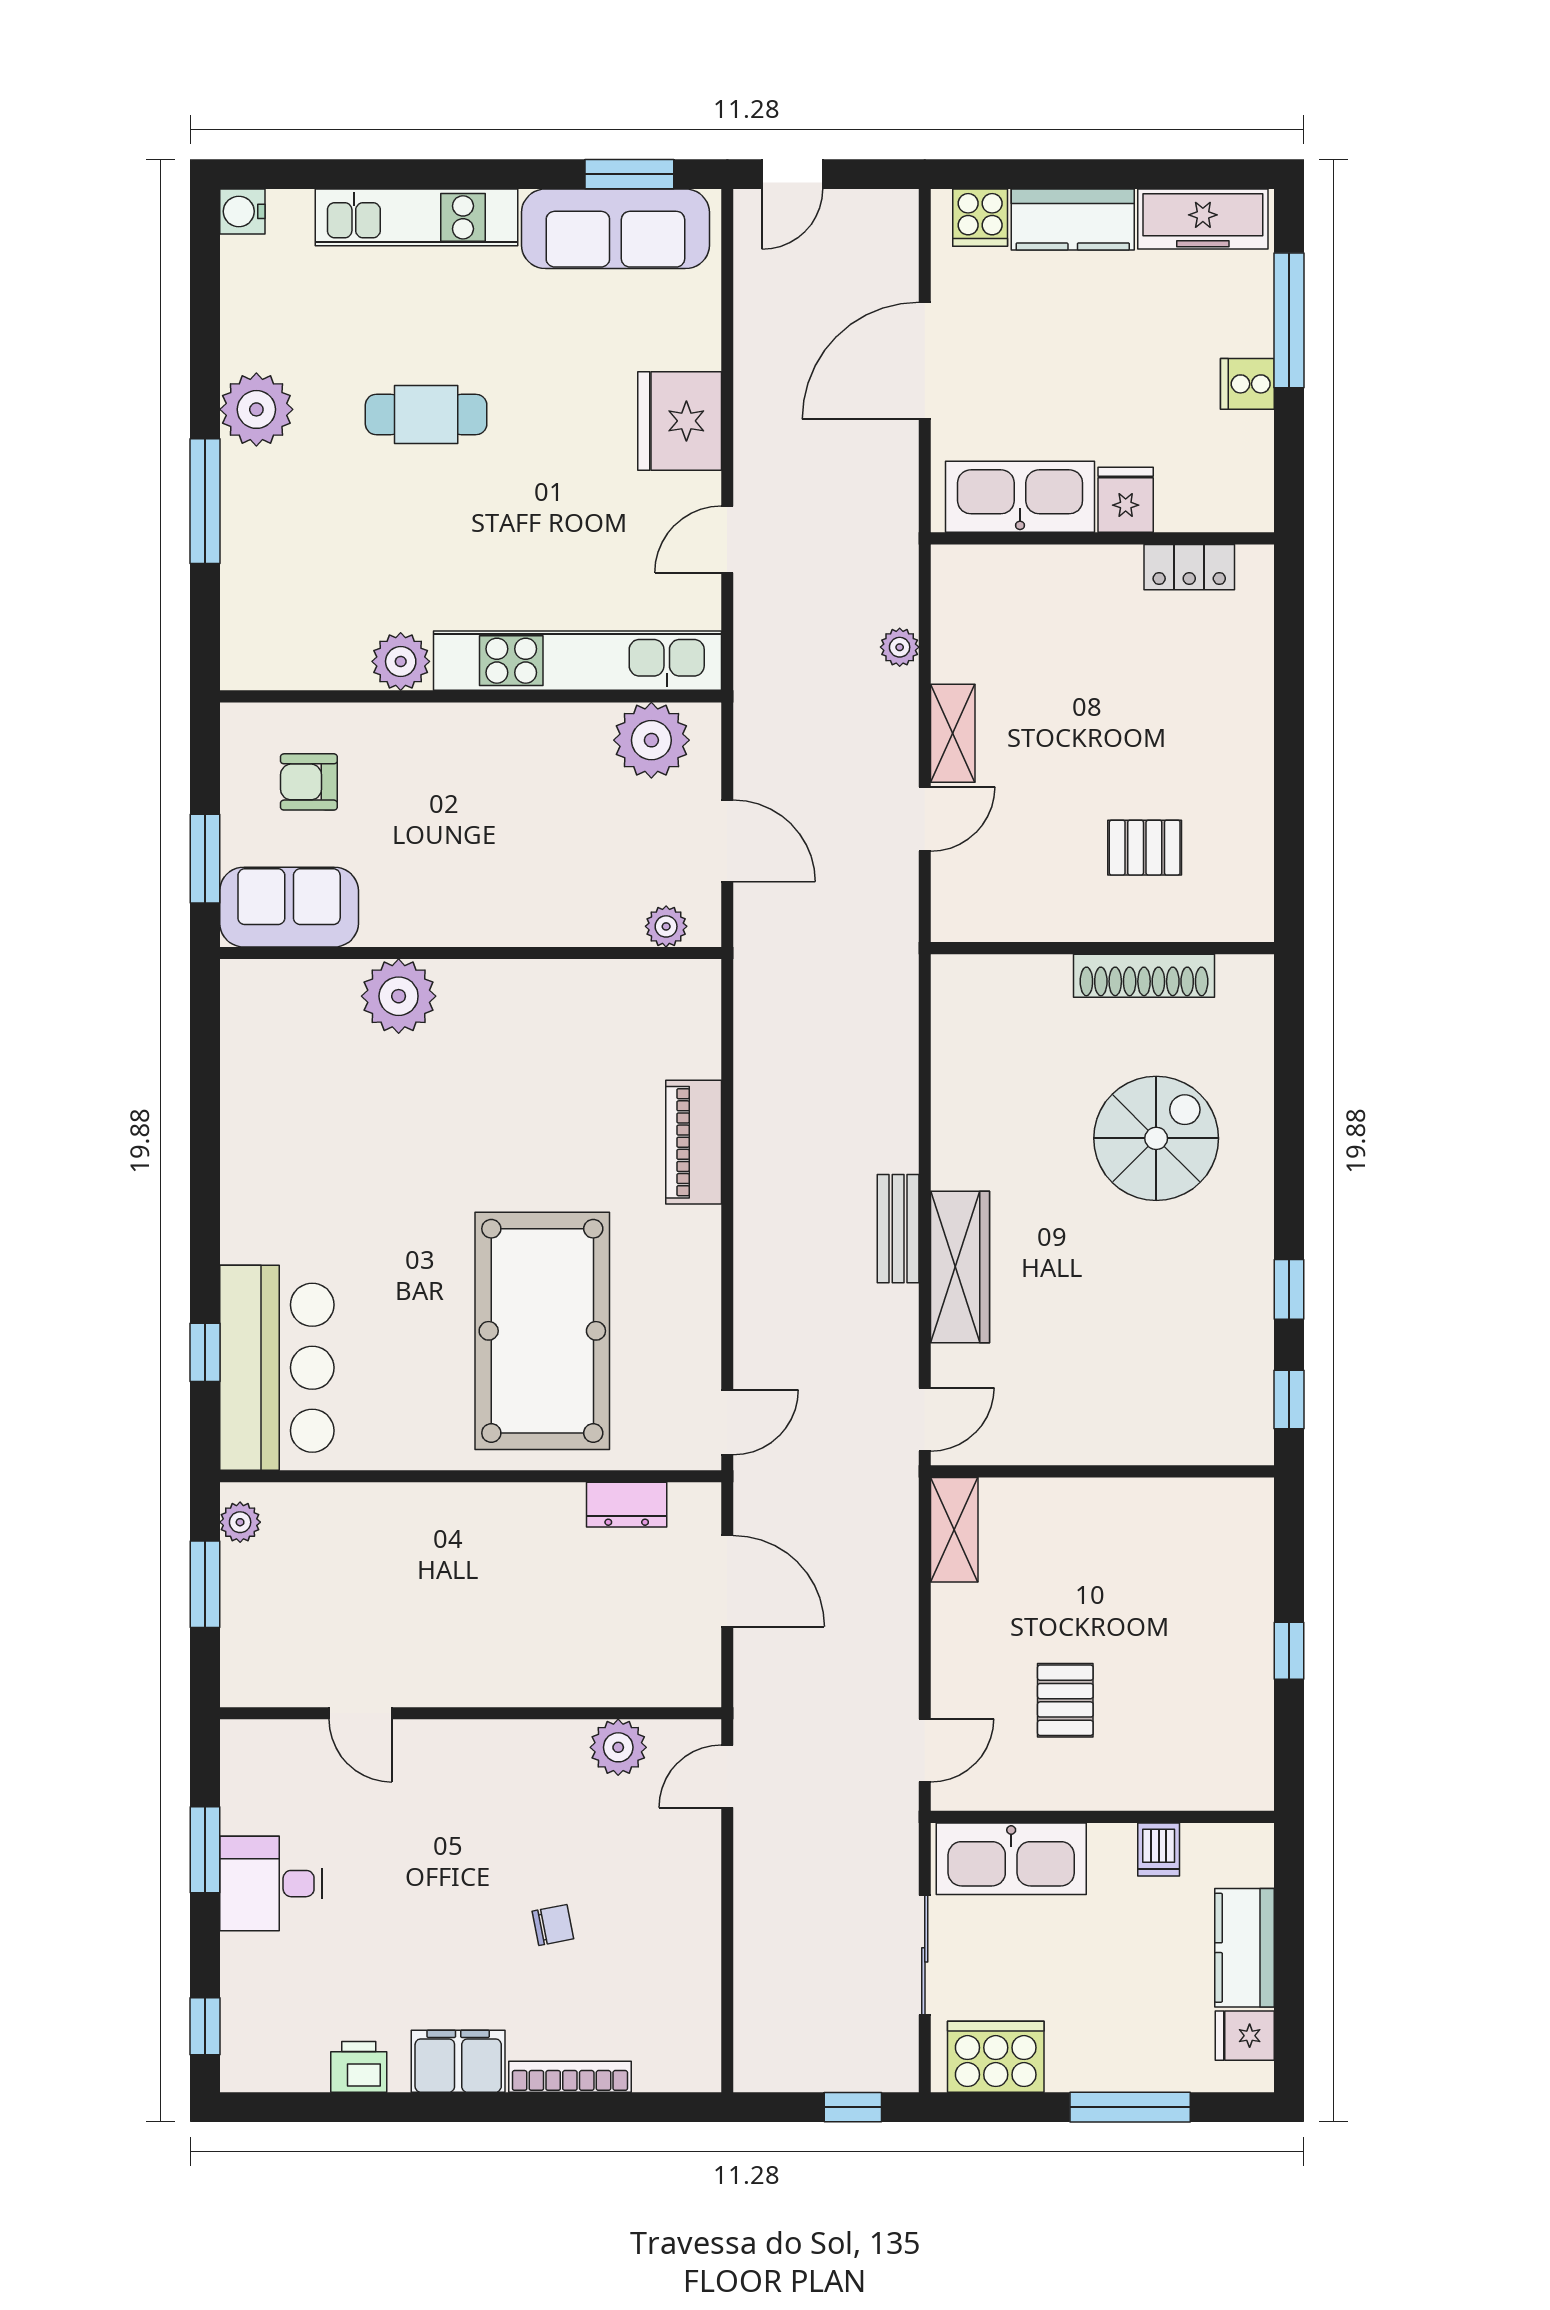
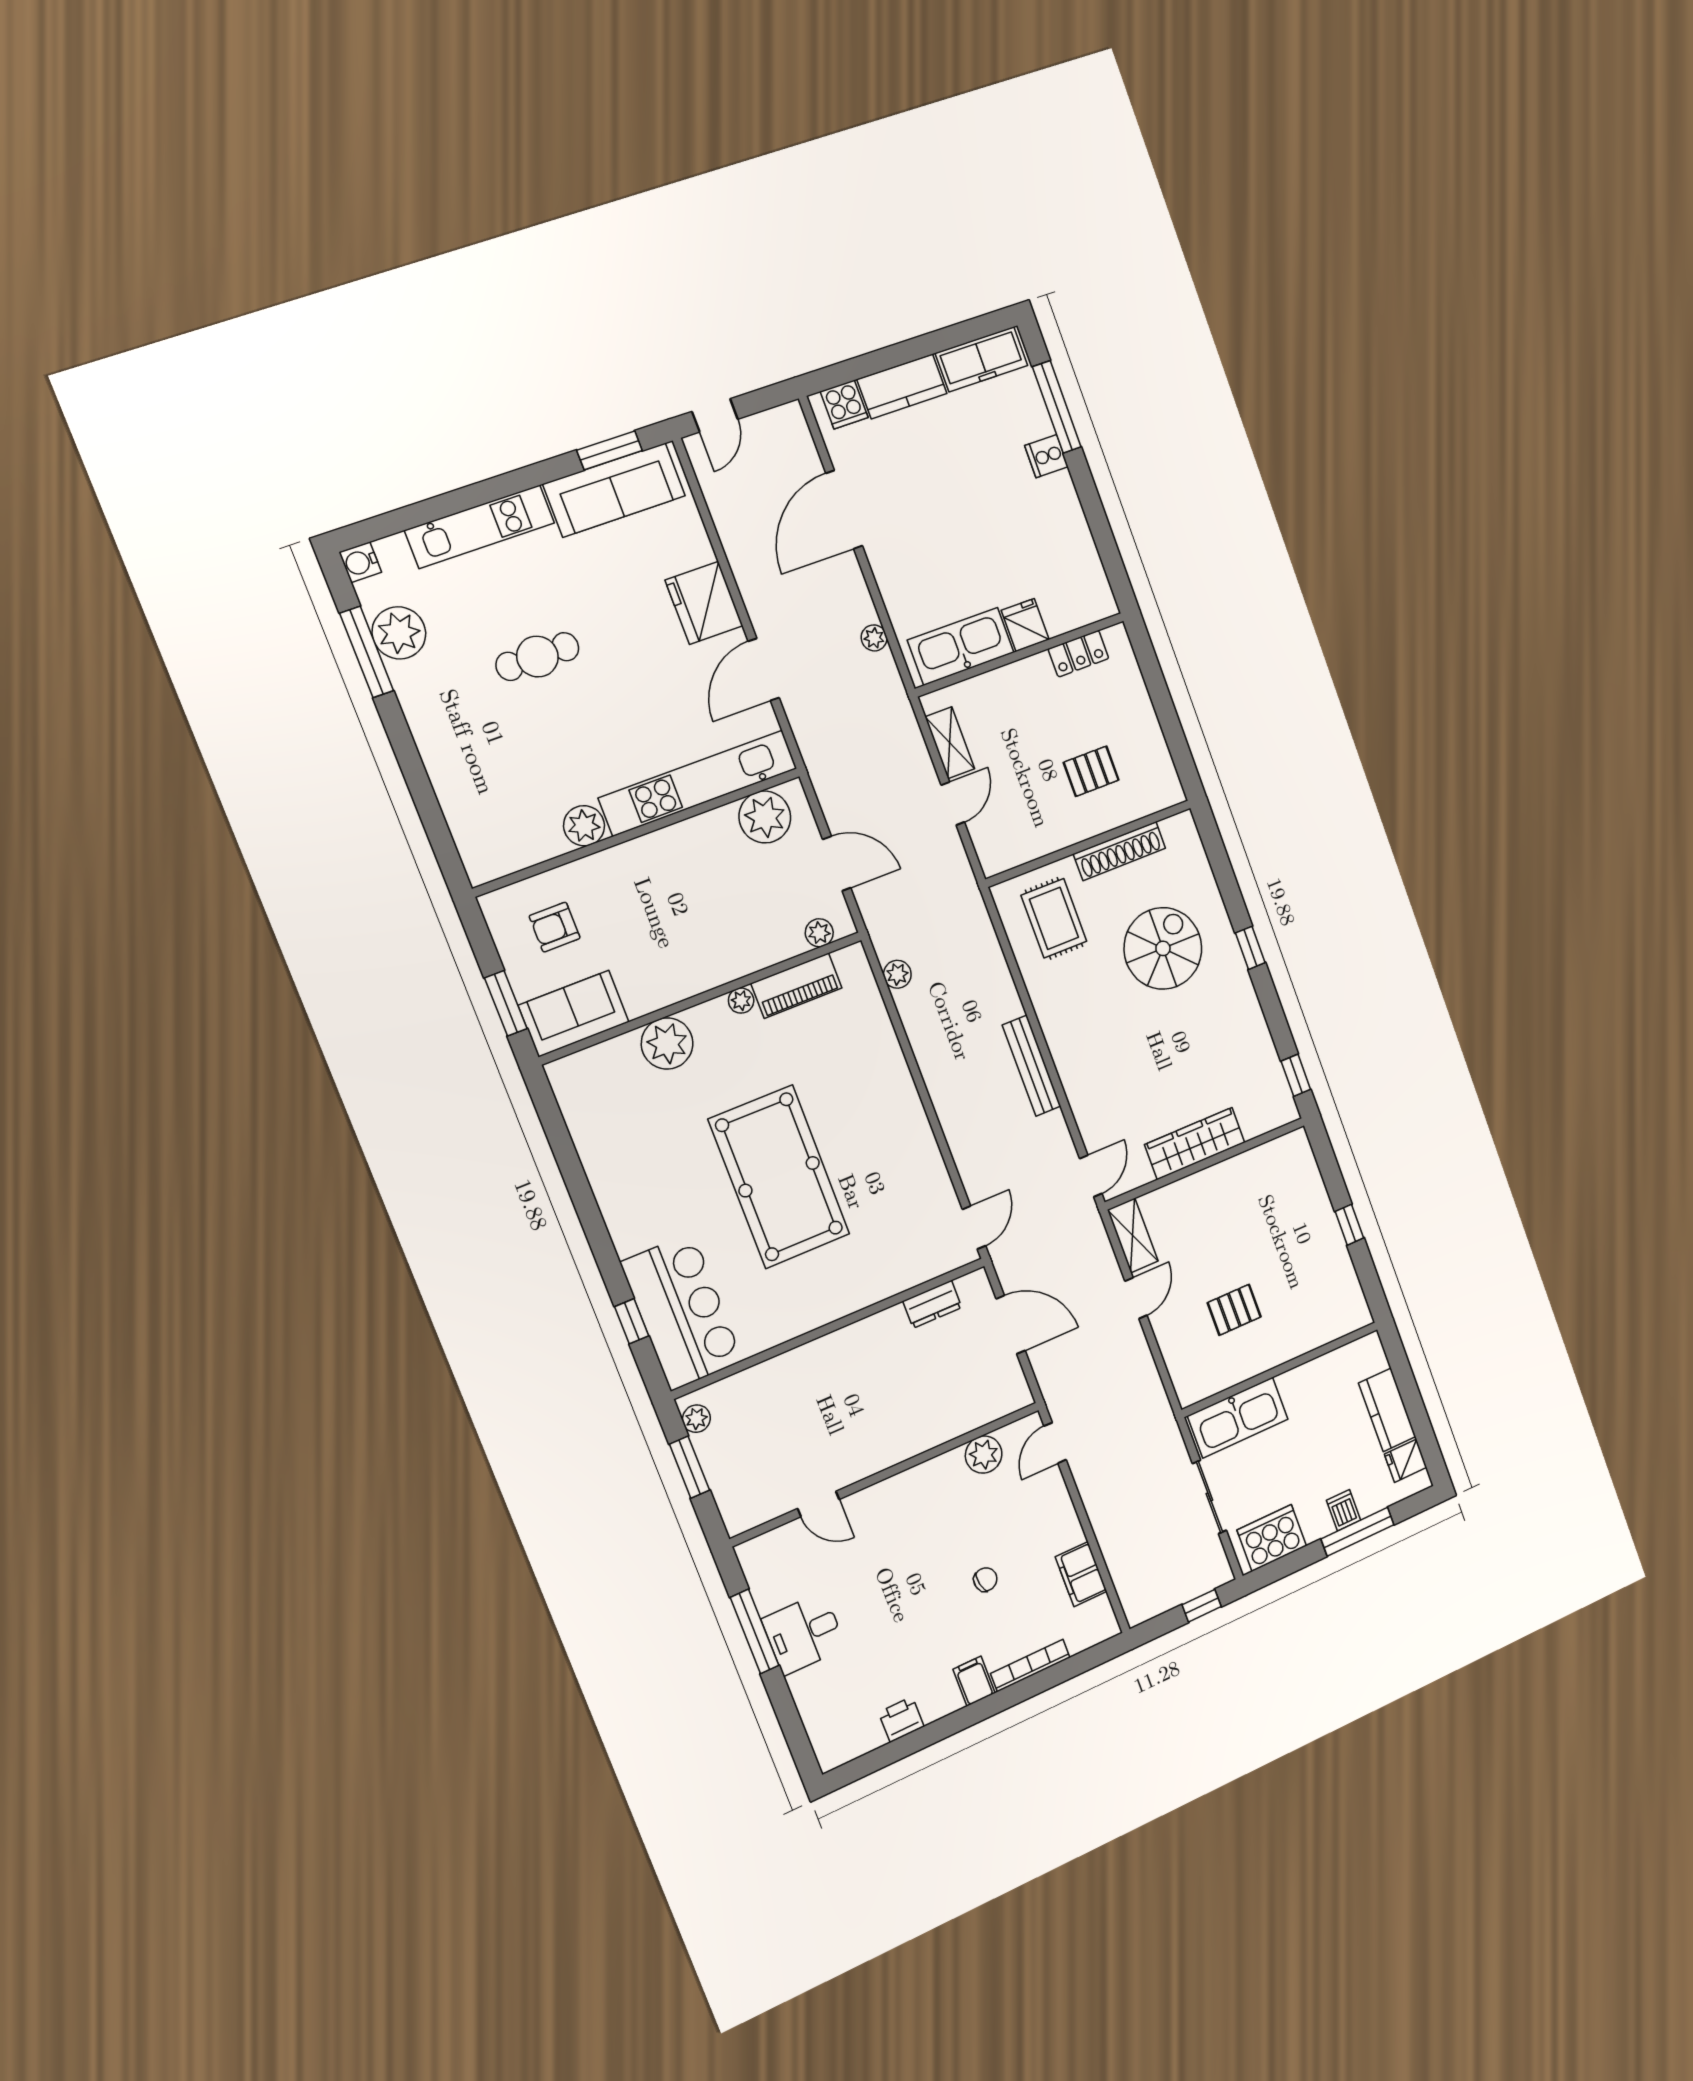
plant: (256, 409) -> (399, 633), moved
kitchen sink: (1020, 497) -> (961, 646), moved
fridge: (1126, 500) -> (1025, 625), moved
window: (205, 501) -> (367, 652), moved
wall: (1102, 538) -> (1020, 655), moved
door: (727, 539) -> (764, 670), width x1.38
locker: (1189, 567) -> (1078, 654), moved
plant: (900, 647) -> (874, 638), moved
plant: (522, 977) -> (741, 1001), added
plant: (754, 1026) -> (897, 974), added
rug: (1010, 1034) -> (1054, 918), added
piano: (694, 1142) -> (796, 986), moved, turned -90
bench: (898, 1229) -> (1032, 1066), width x1.36
wardrobe: (960, 1267) -> (1195, 1144), moved, turned -90
window: (1289, 1289) -> (1250, 948), moved
pool table: (542, 1331) -> (779, 1177), moved
pallet: (1065, 1700) -> (1234, 1310), turned 90
door: (925, 1750) -> (1136, 1298), moved
dishwasher: (1159, 1849) -> (1343, 1510), moved, turned 180
window: (205, 1850) -> (755, 1631), width x1.44
filing cabinet: (693, 1980) -> (1081, 1574), added
window: (205, 2026) -> (797, 1739), removed
filing cabinet: (458, 2061) -> (974, 1681), width x0.50

